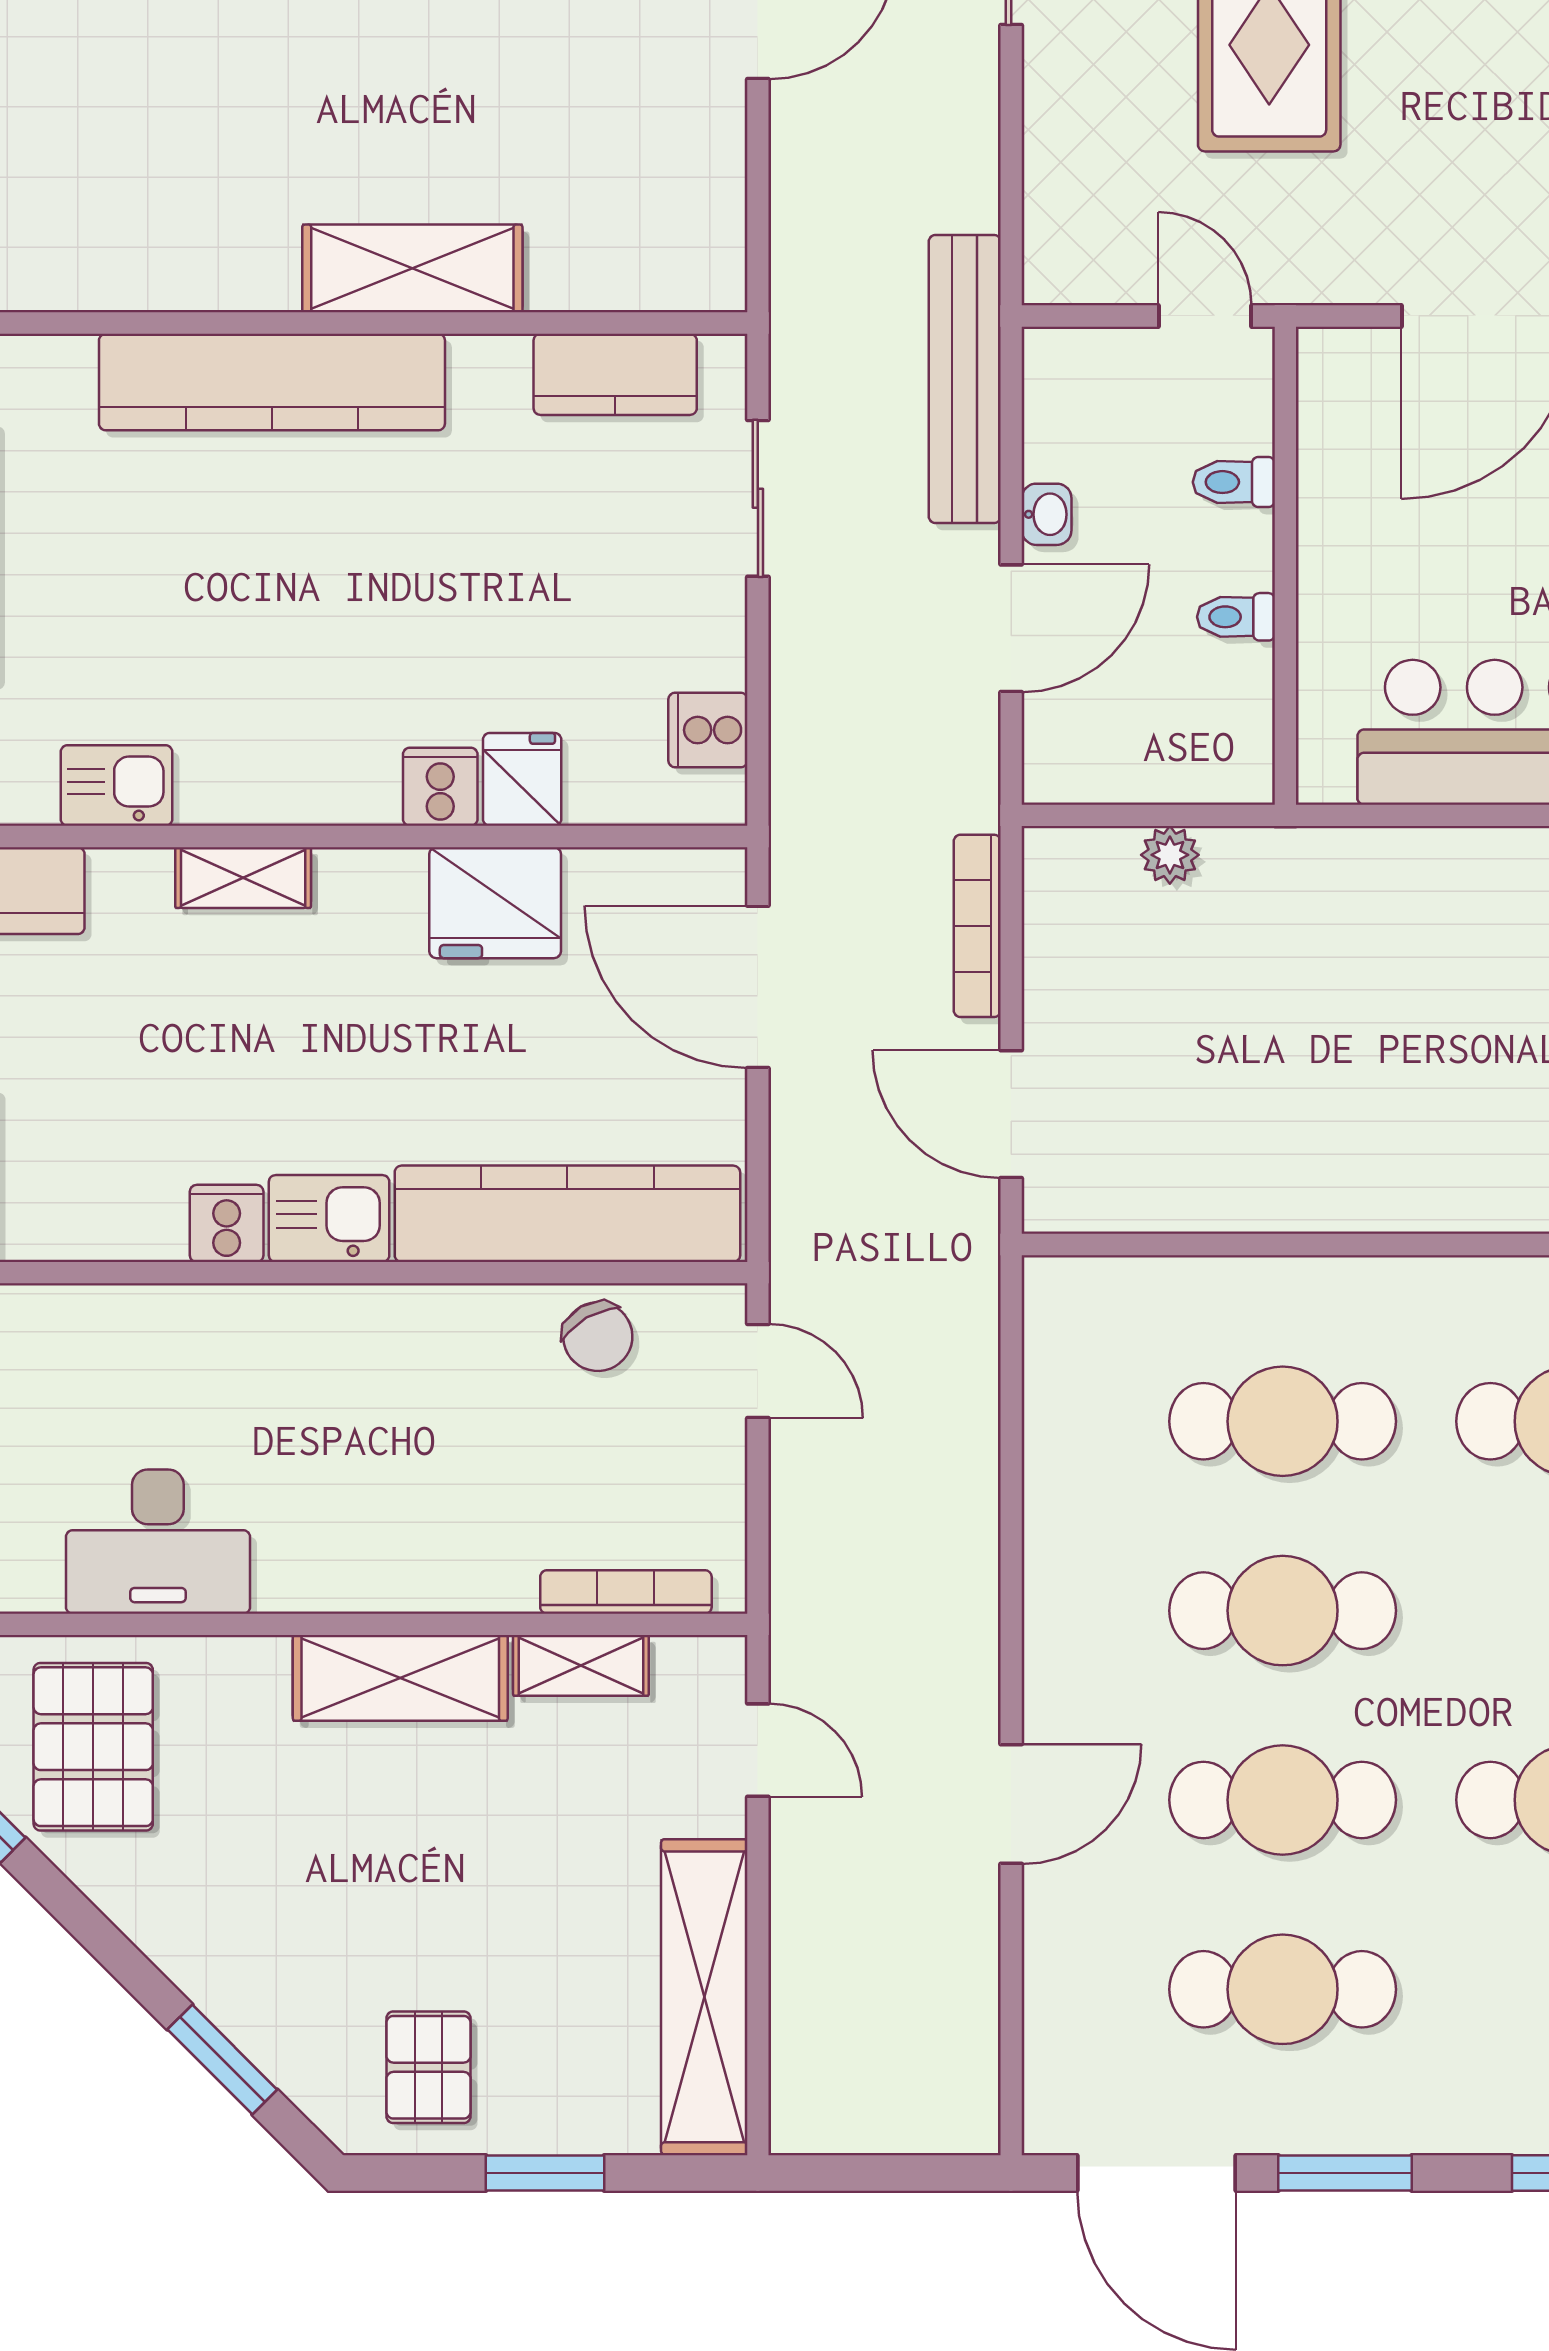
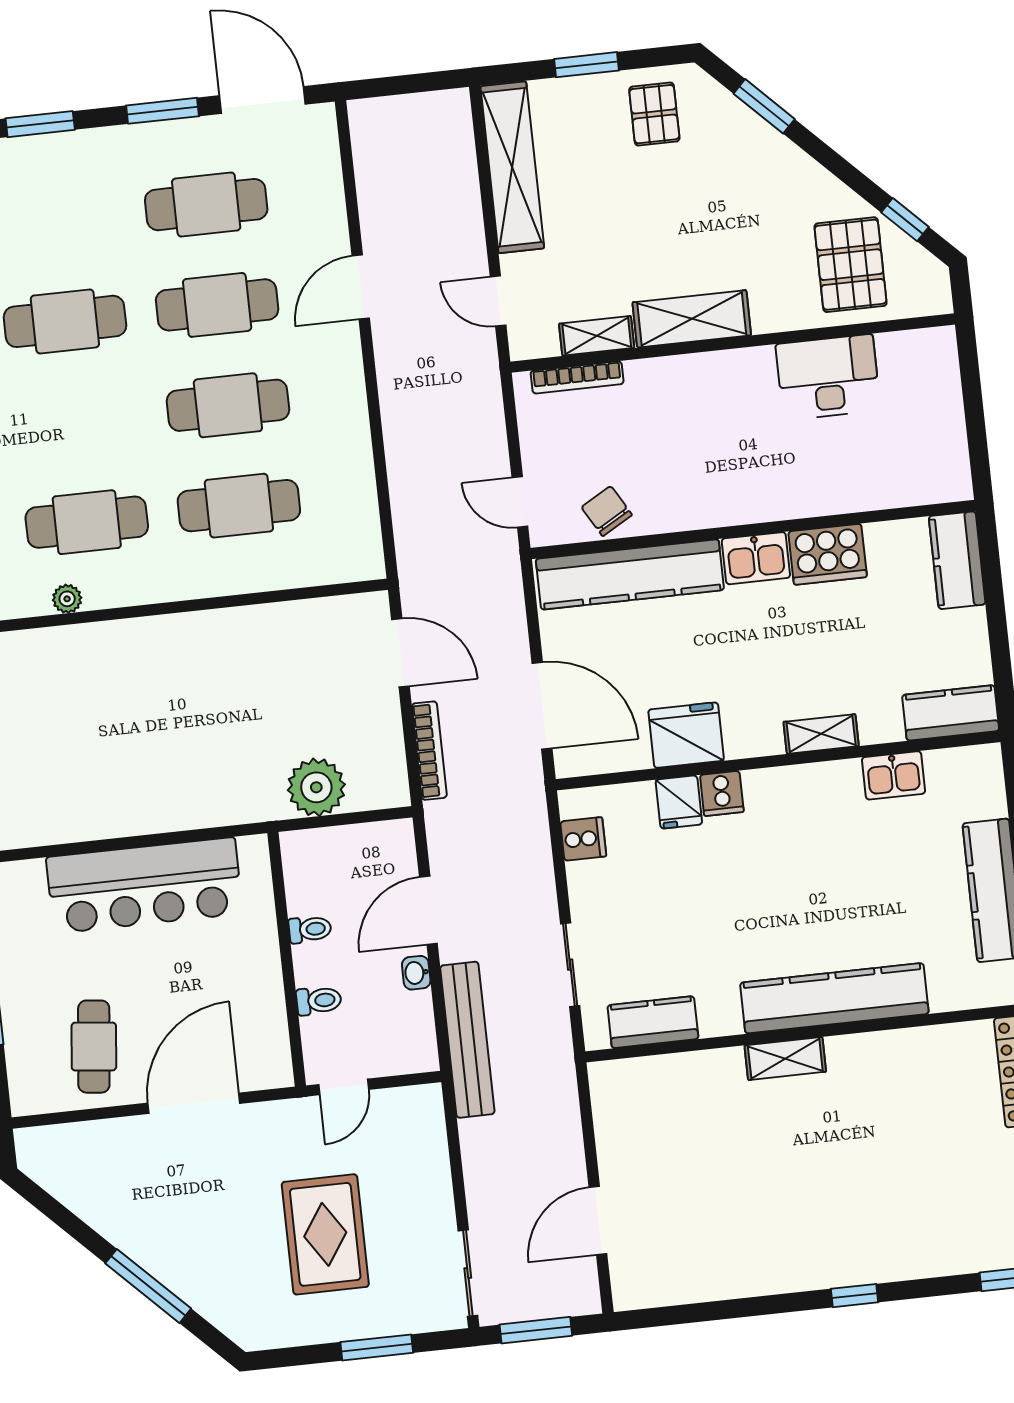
shelving: (412, 268) -> (785, 1059), width x0.67, depth x0.75
door: (1205, 316) -> (344, 1087), hinge flipped
plant: (1170, 855) -> (316, 787), width x1.88, depth x1.88
cooker: (227, 1223) -> (828, 554), width x1.87, depth x1.31

